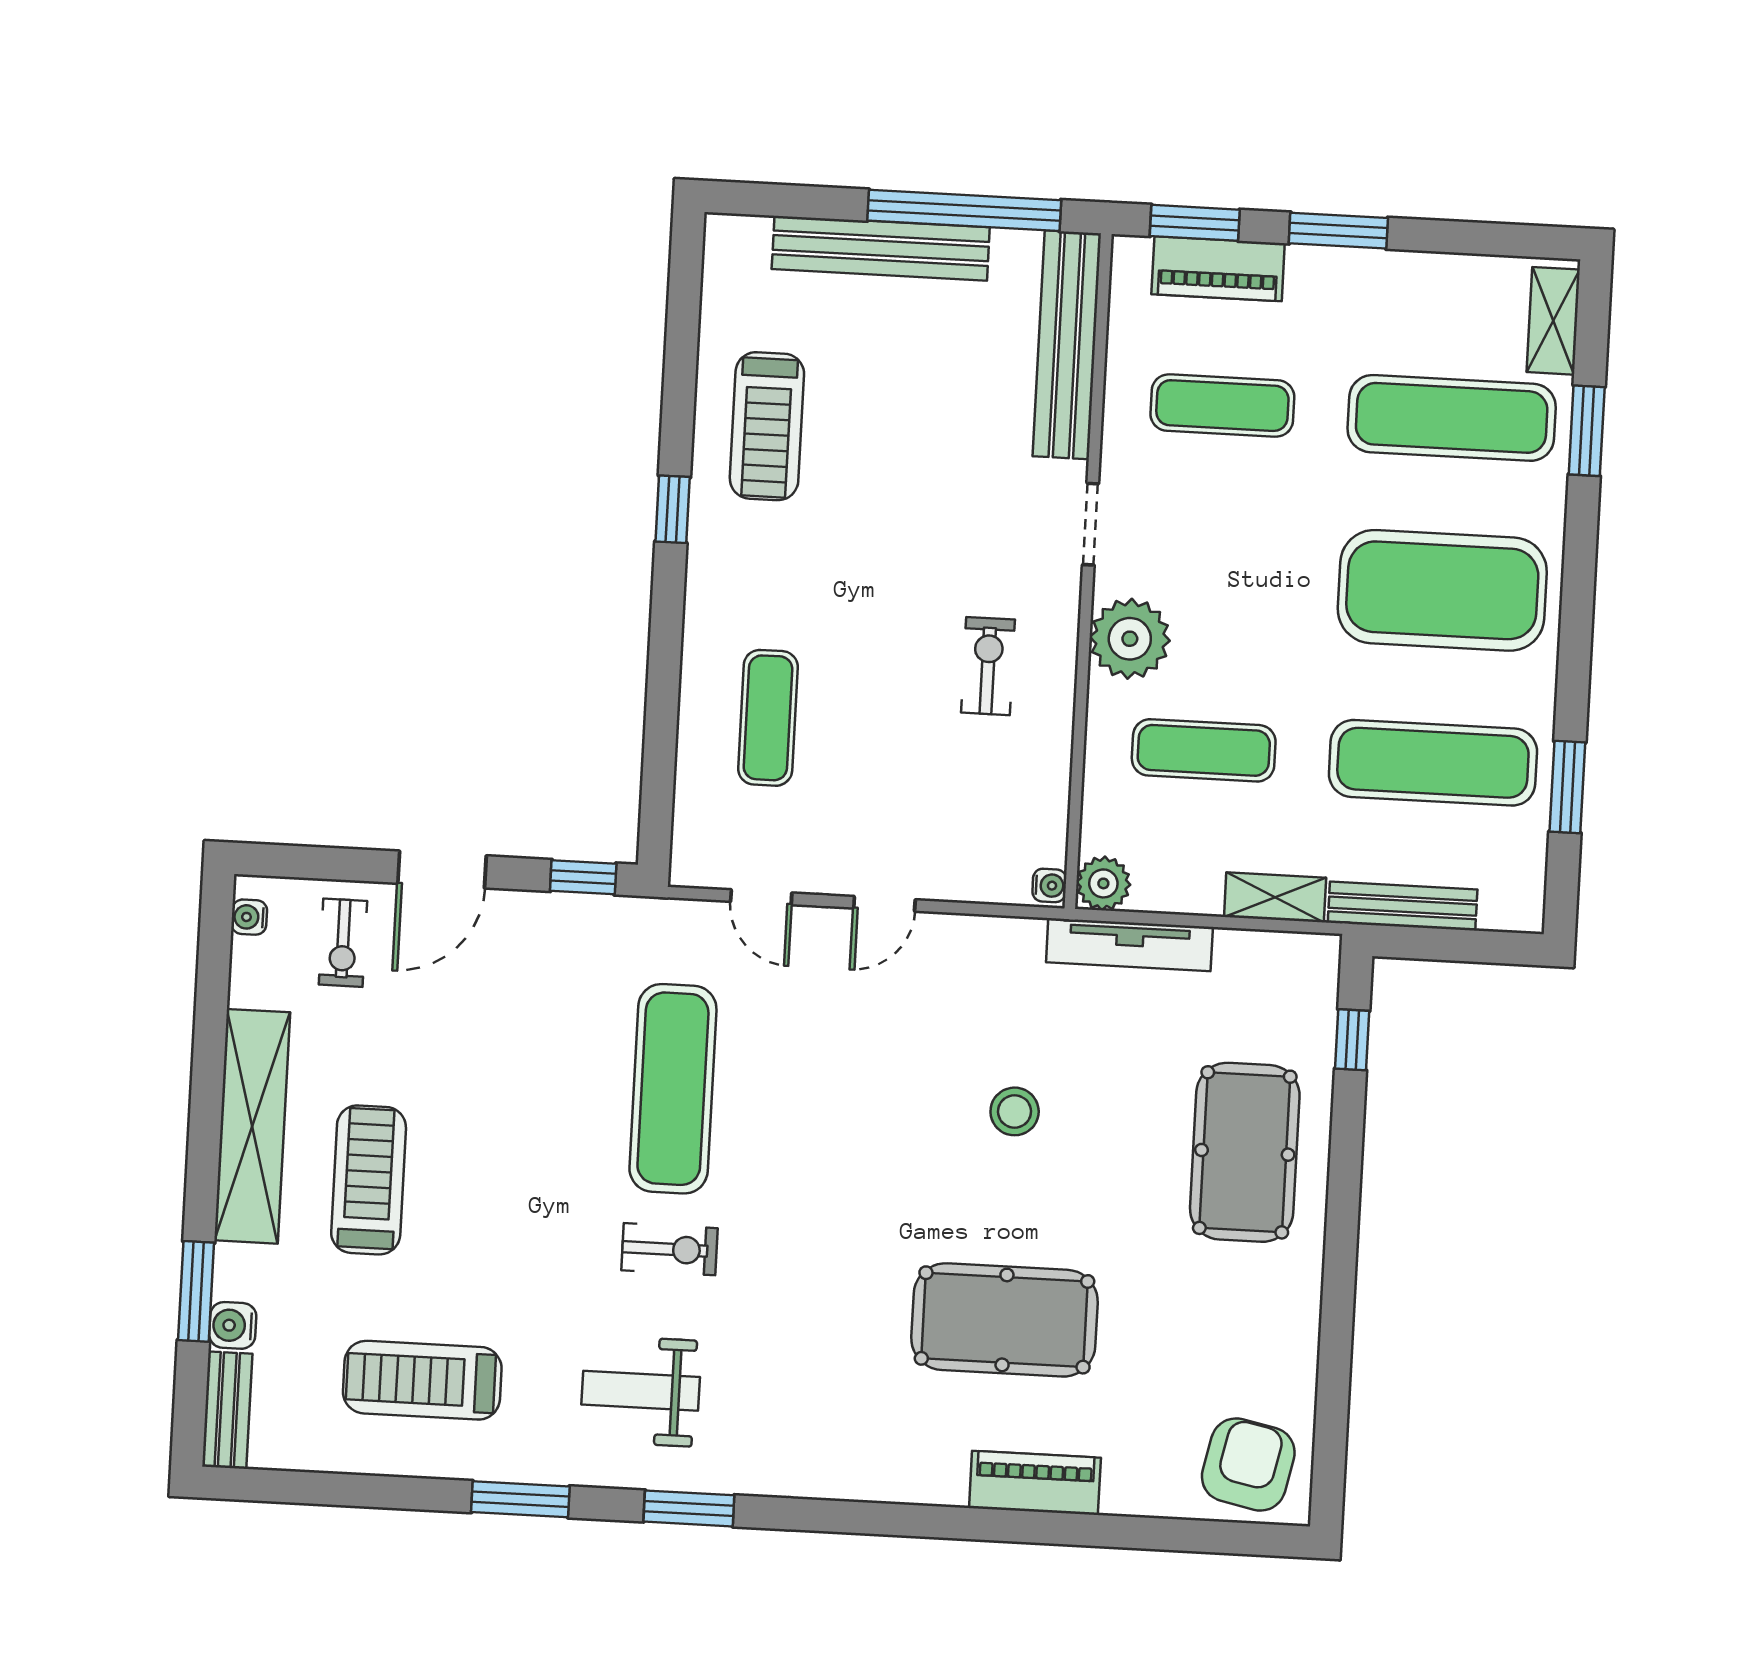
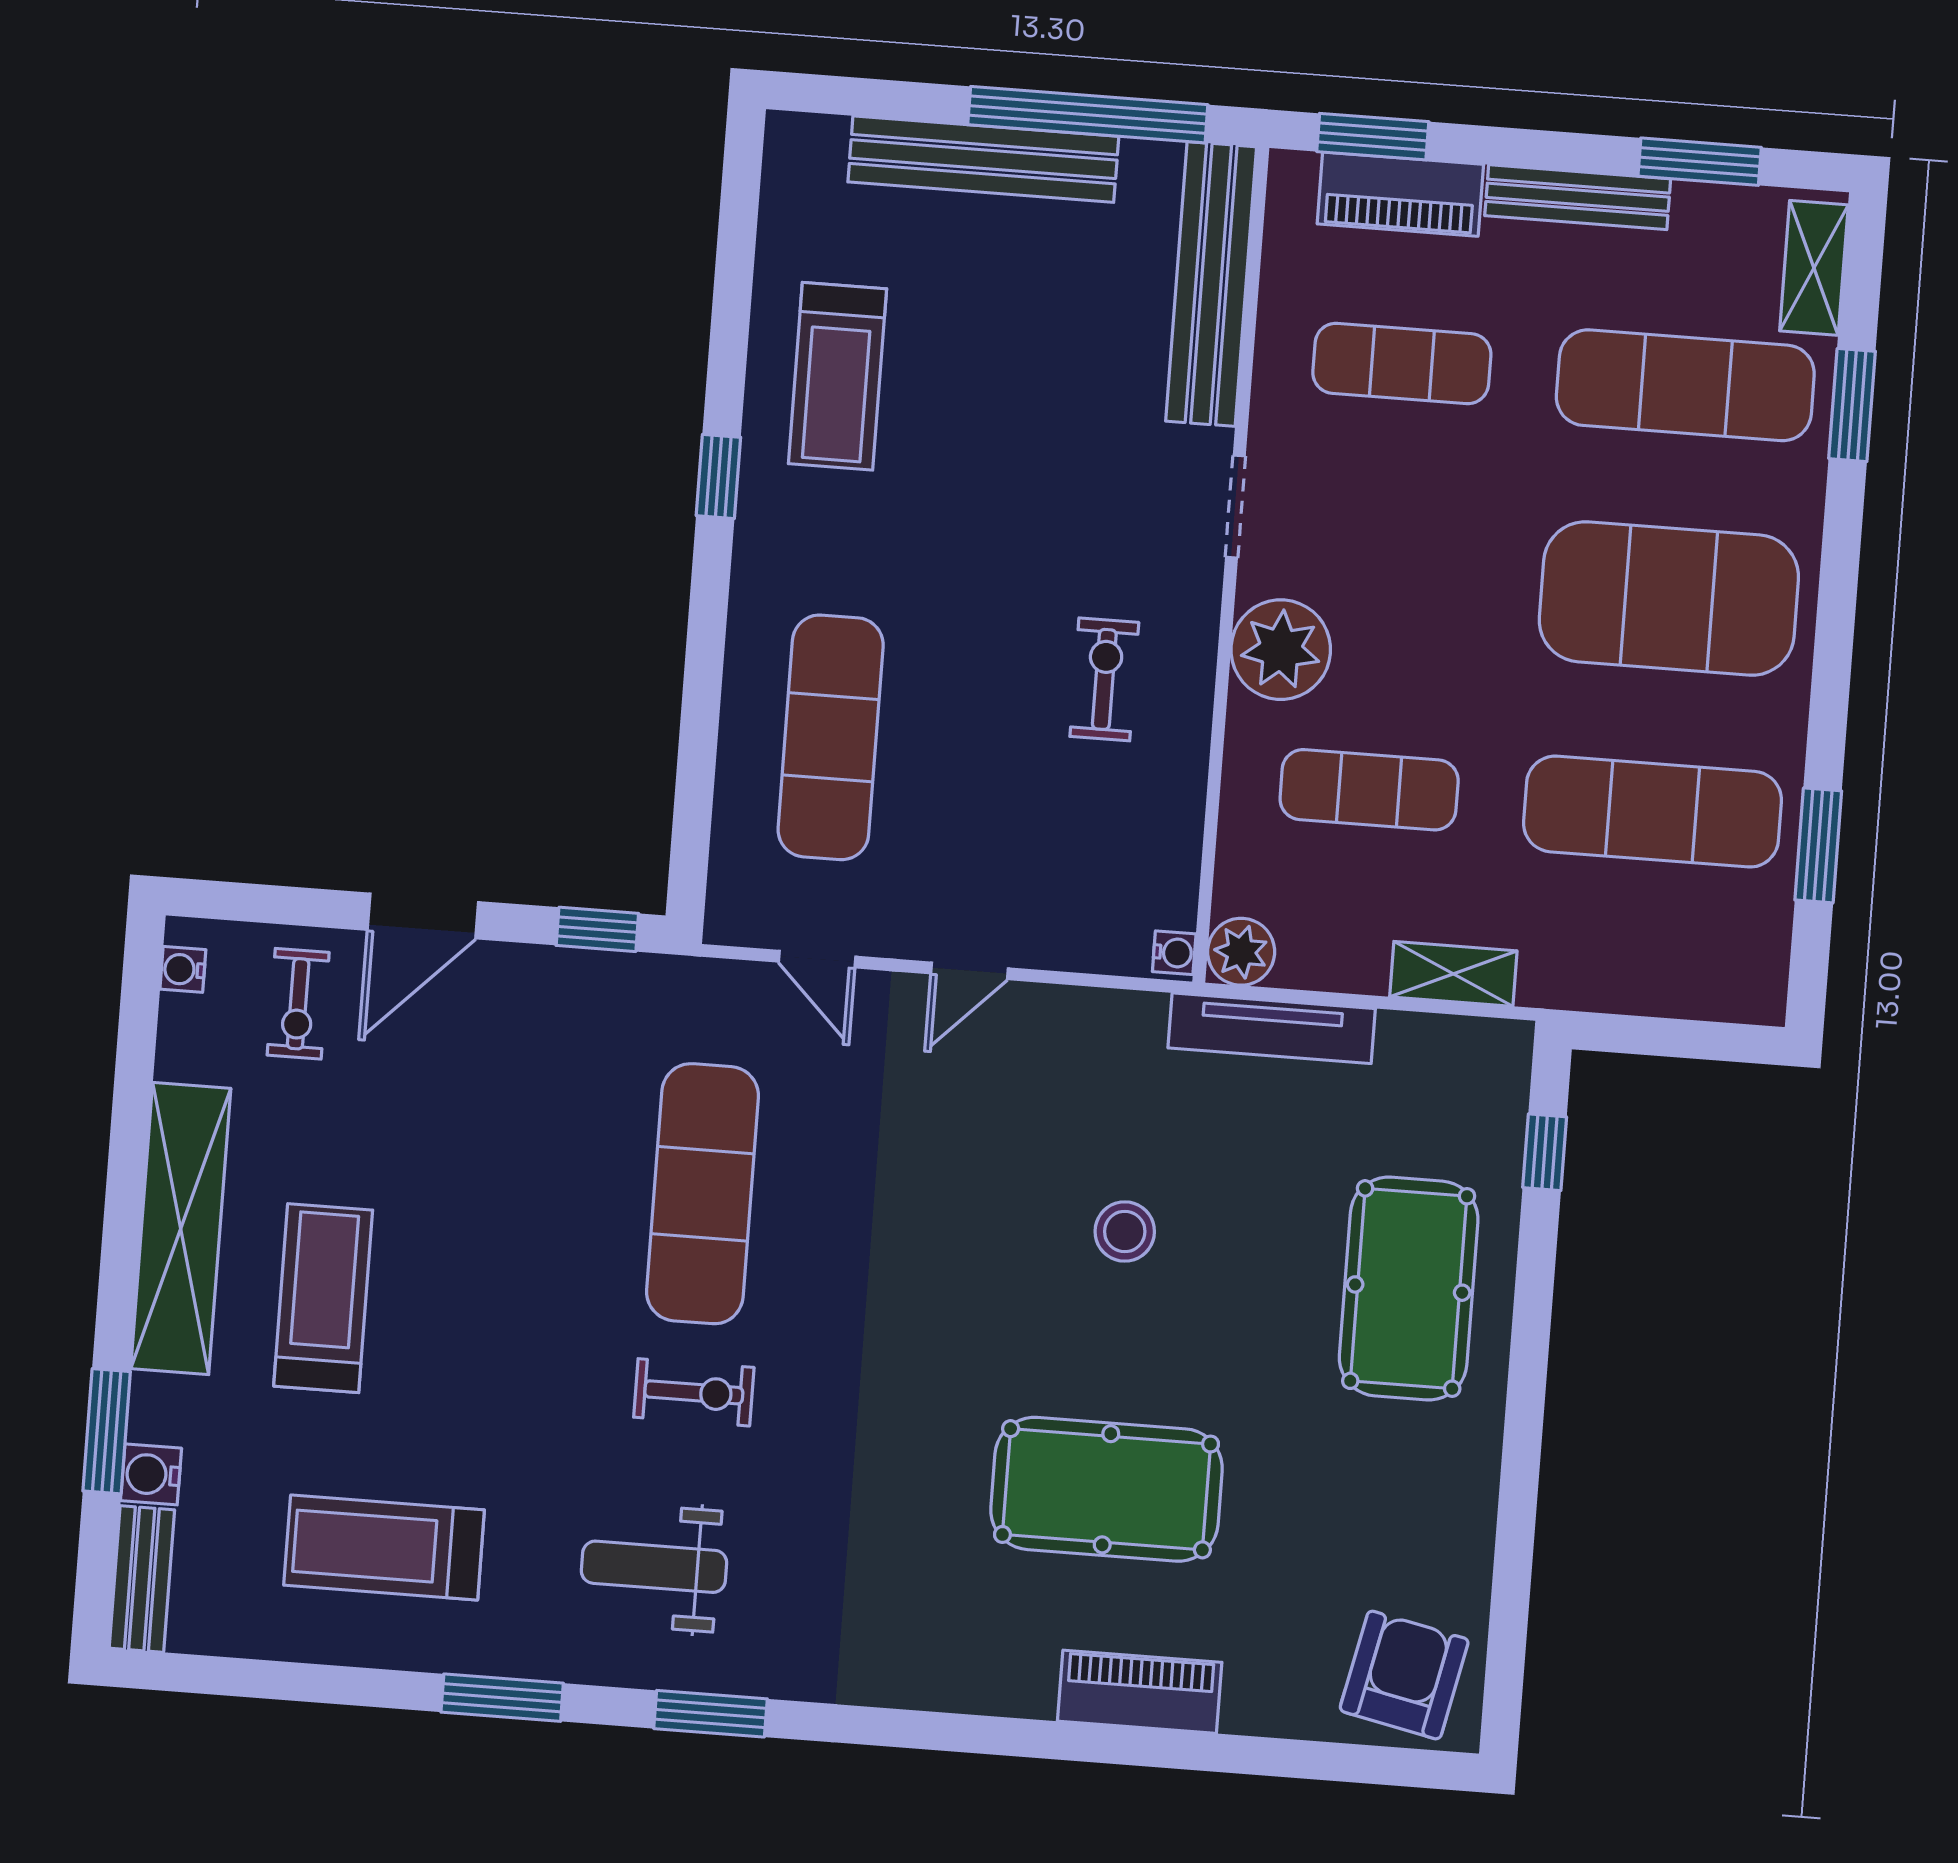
window: (1338, 231) -> (1700, 162), moved
exercise mat: (768, 718) -> (831, 737), width x1.36, depth x1.45
bench: (1403, 906) -> (1578, 197), moved

